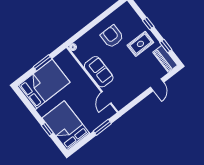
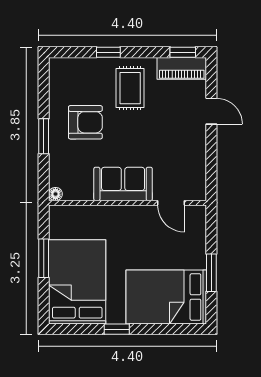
window: (93, 24) -> (44, 136), added
armchair: (112, 36) -> (85, 122), turned 180
window: (166, 46) -> (183, 52), moved
window: (102, 127) -> (211, 273), moved
window: (47, 129) -> (117, 329), moved

